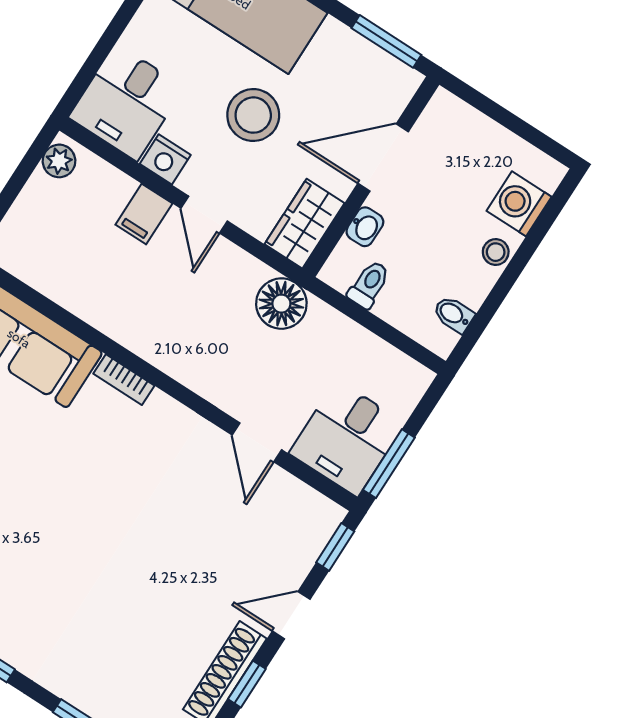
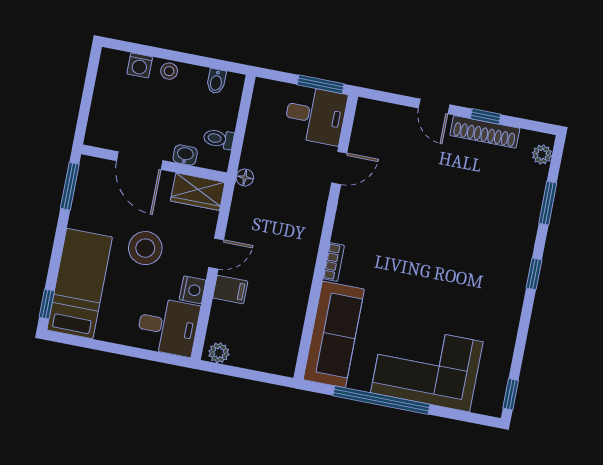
washing machine: (519, 204) -> (140, 65), width x0.73, depth x0.73
floor lamp: (281, 304) -> (245, 177), width x0.53, depth x0.53
window: (335, 547) -> (383, 96), removed

